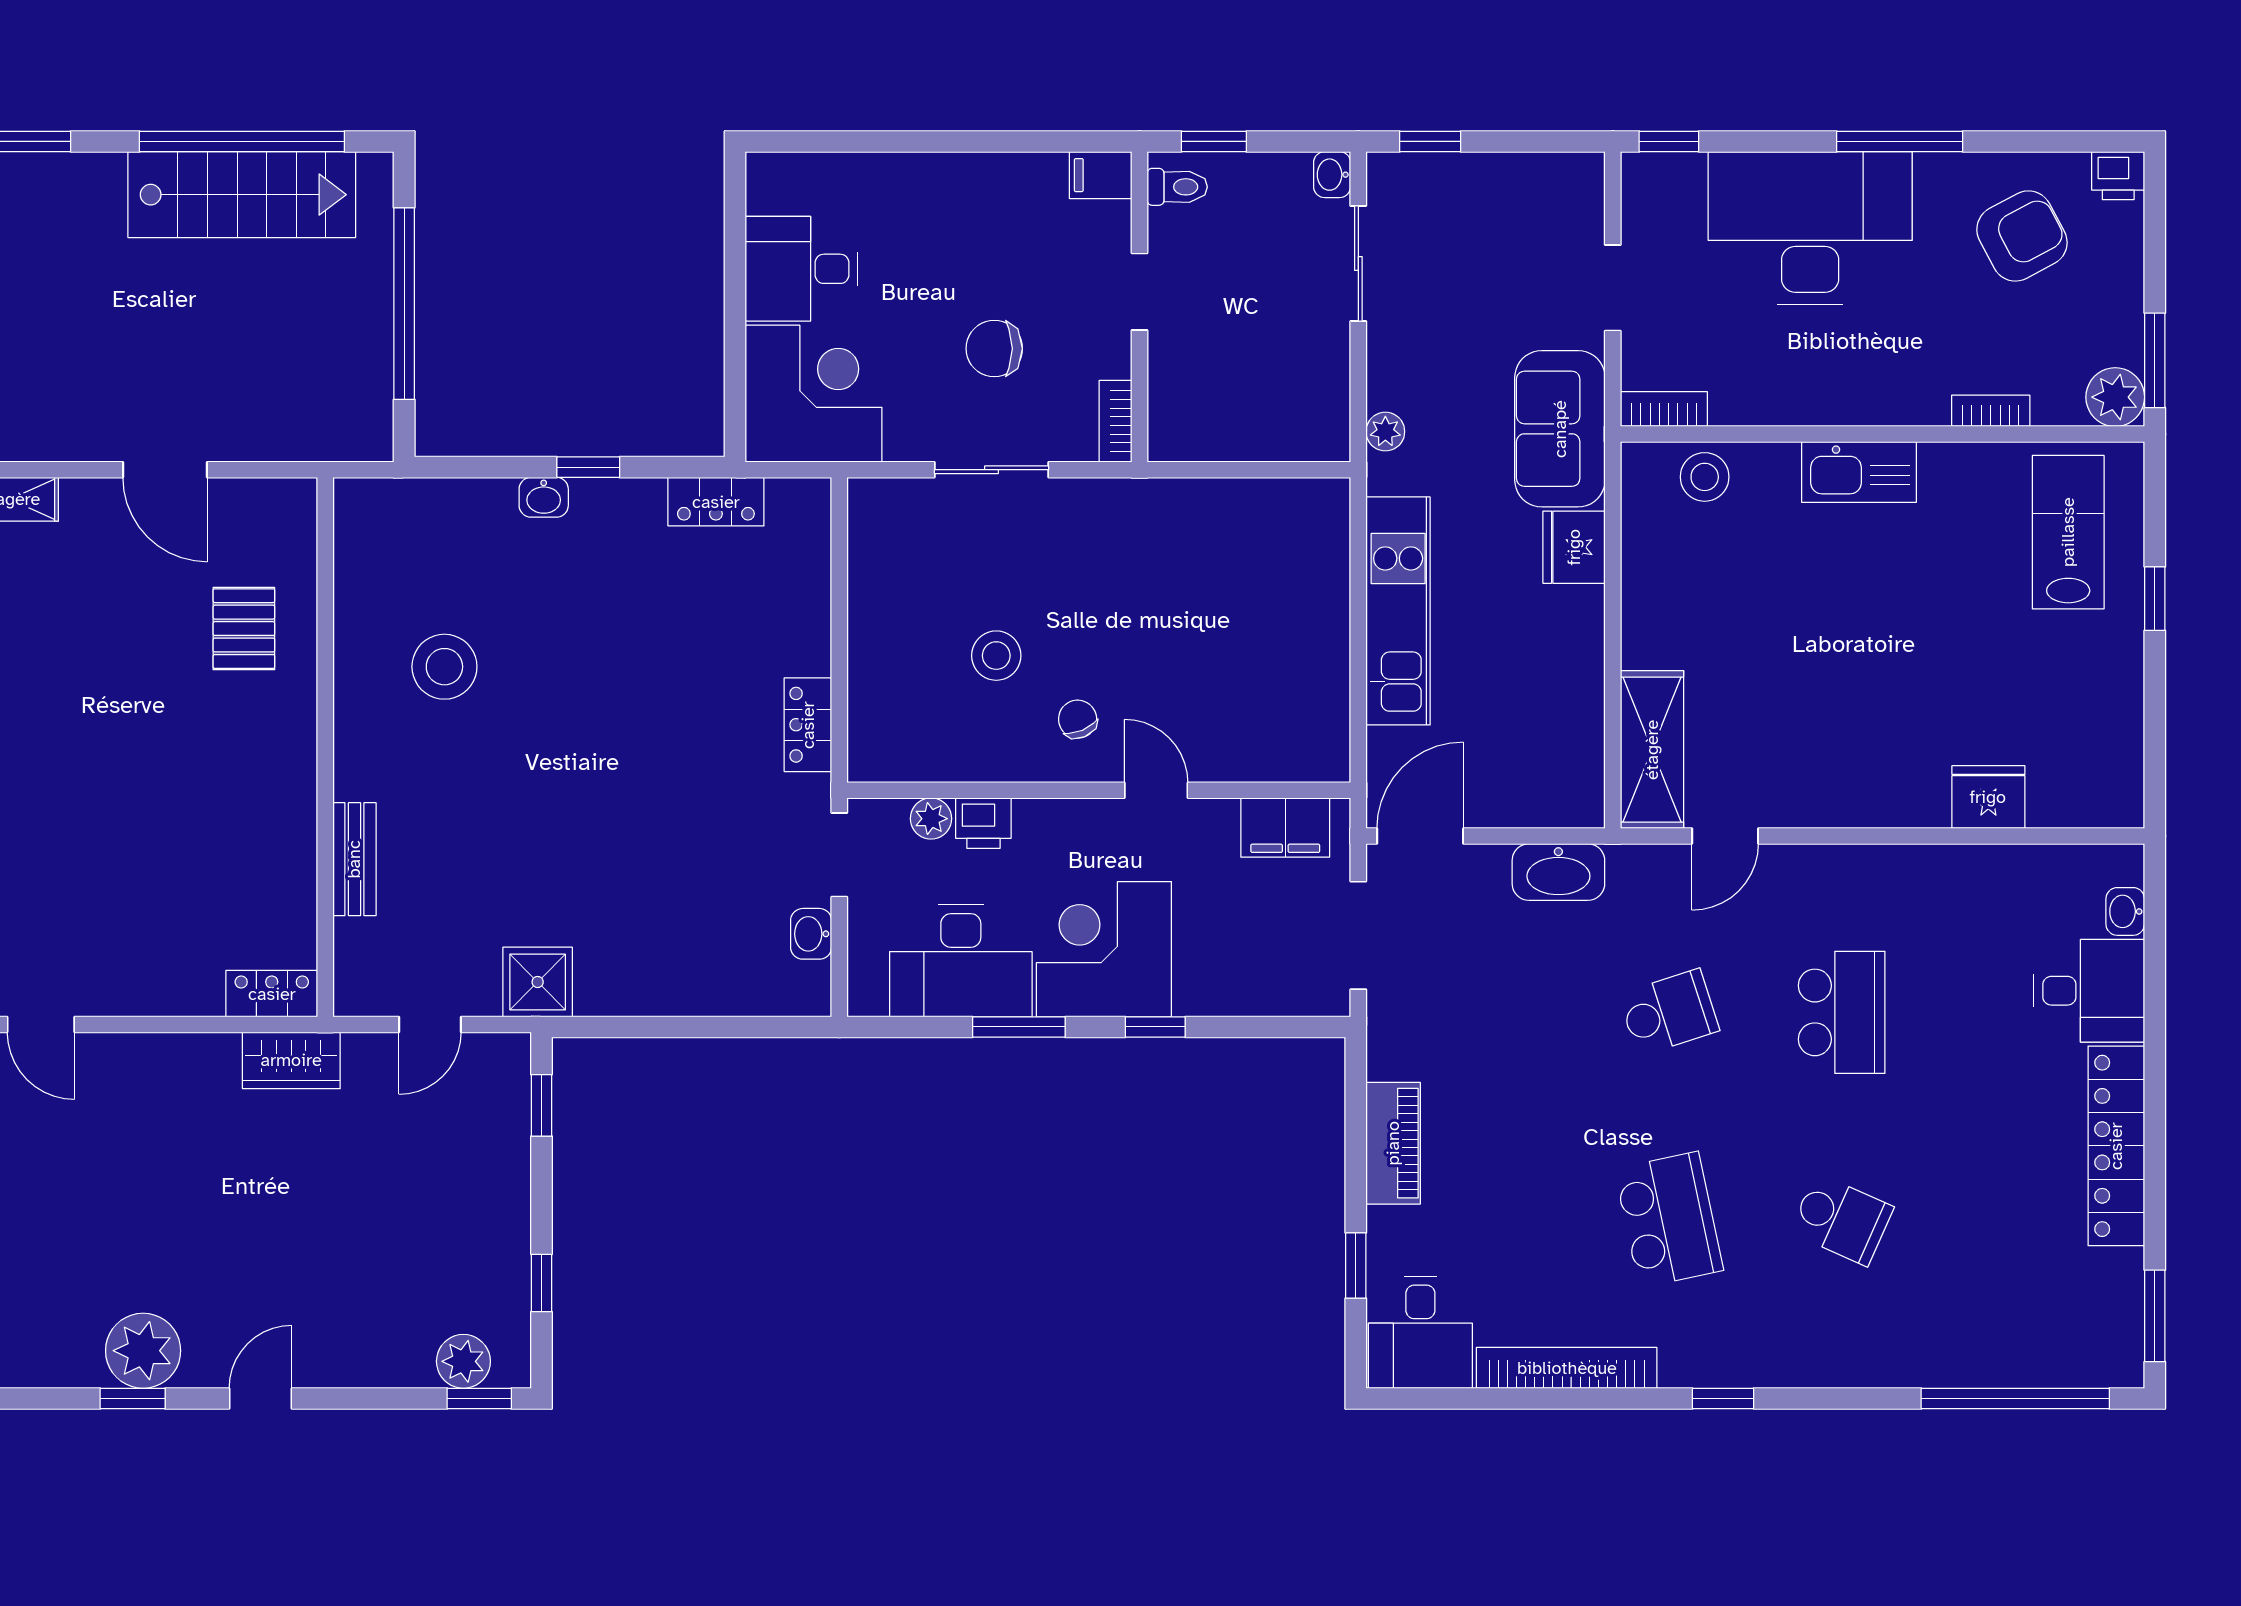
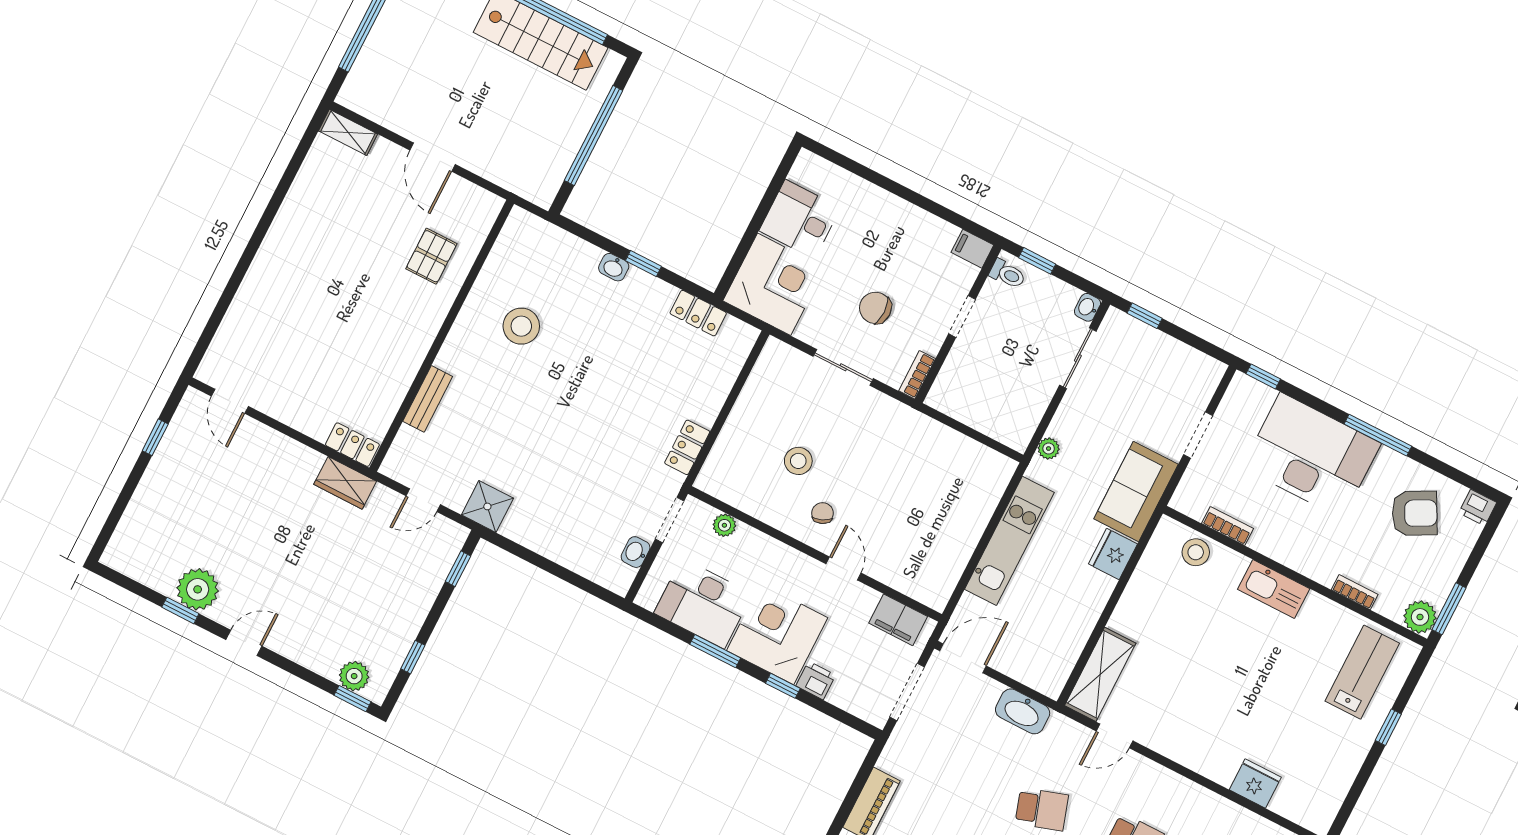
bookcase: (1664, 409) -> (1228, 526), moved
printer: (983, 823) -> (816, 680), moved, turned 180

